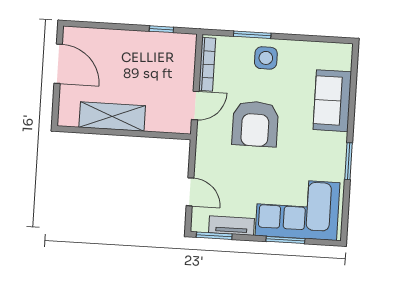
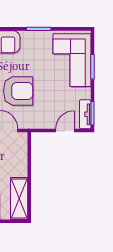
shelving: (112, 116) -> (19, 198), moved
tv unit: (231, 226) -> (85, 114), moved

